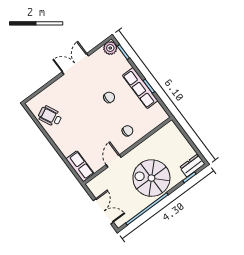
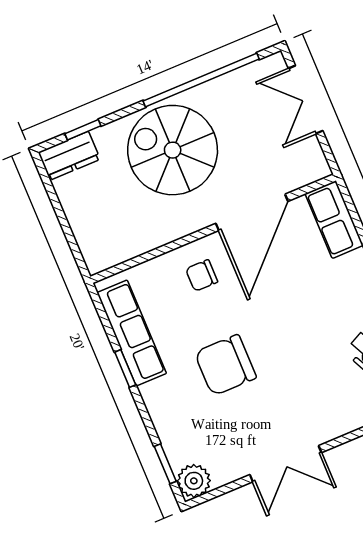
row of seats: (140, 88) -> (132, 333), moved
chair: (109, 97) -> (225, 365), width x1.87, depth x1.87
door: (114, 161) -> (252, 212), width x1.88
spiral stairs: (151, 178) -> (173, 150), turned 180

